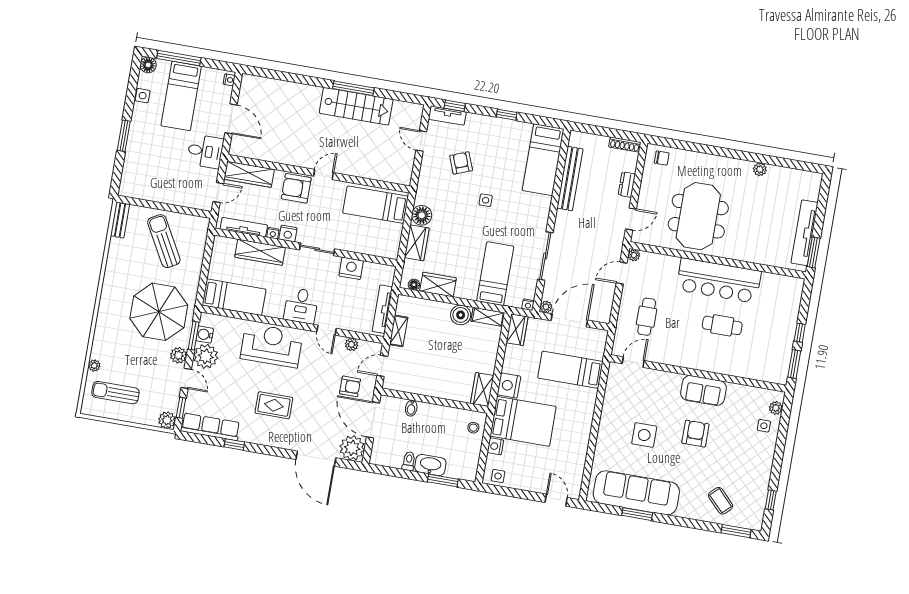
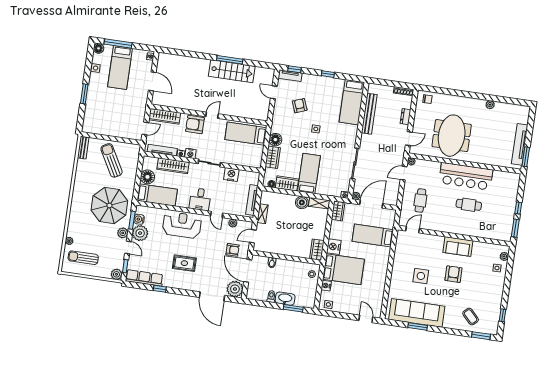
desk: (205, 151) -> (136, 102), removed
floor lamp: (220, 269) -> (147, 177), added
bed: (495, 274) -> (309, 173), moved

